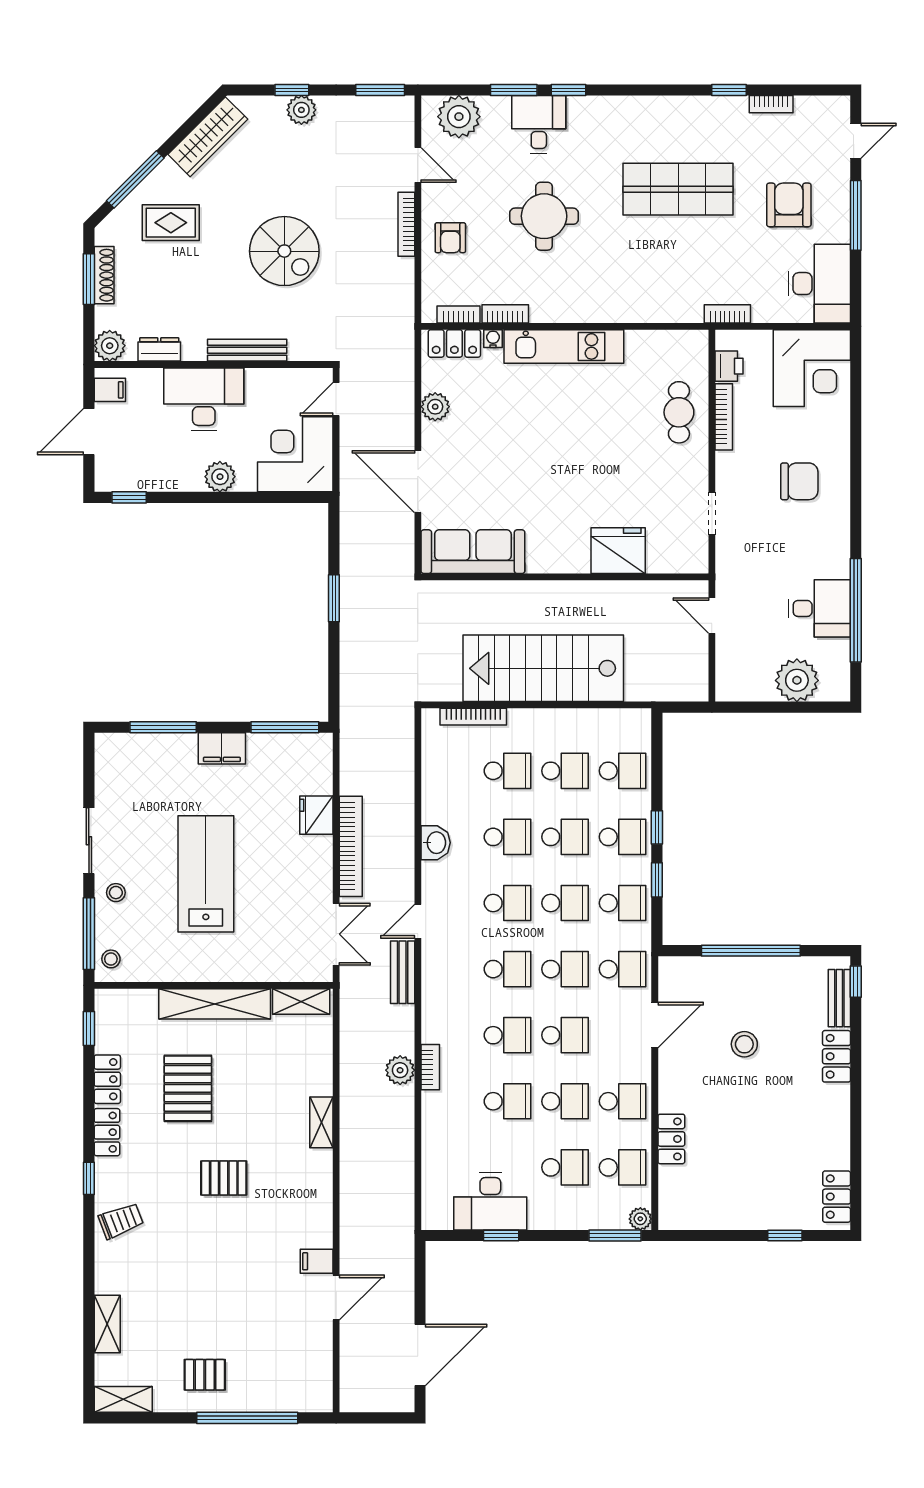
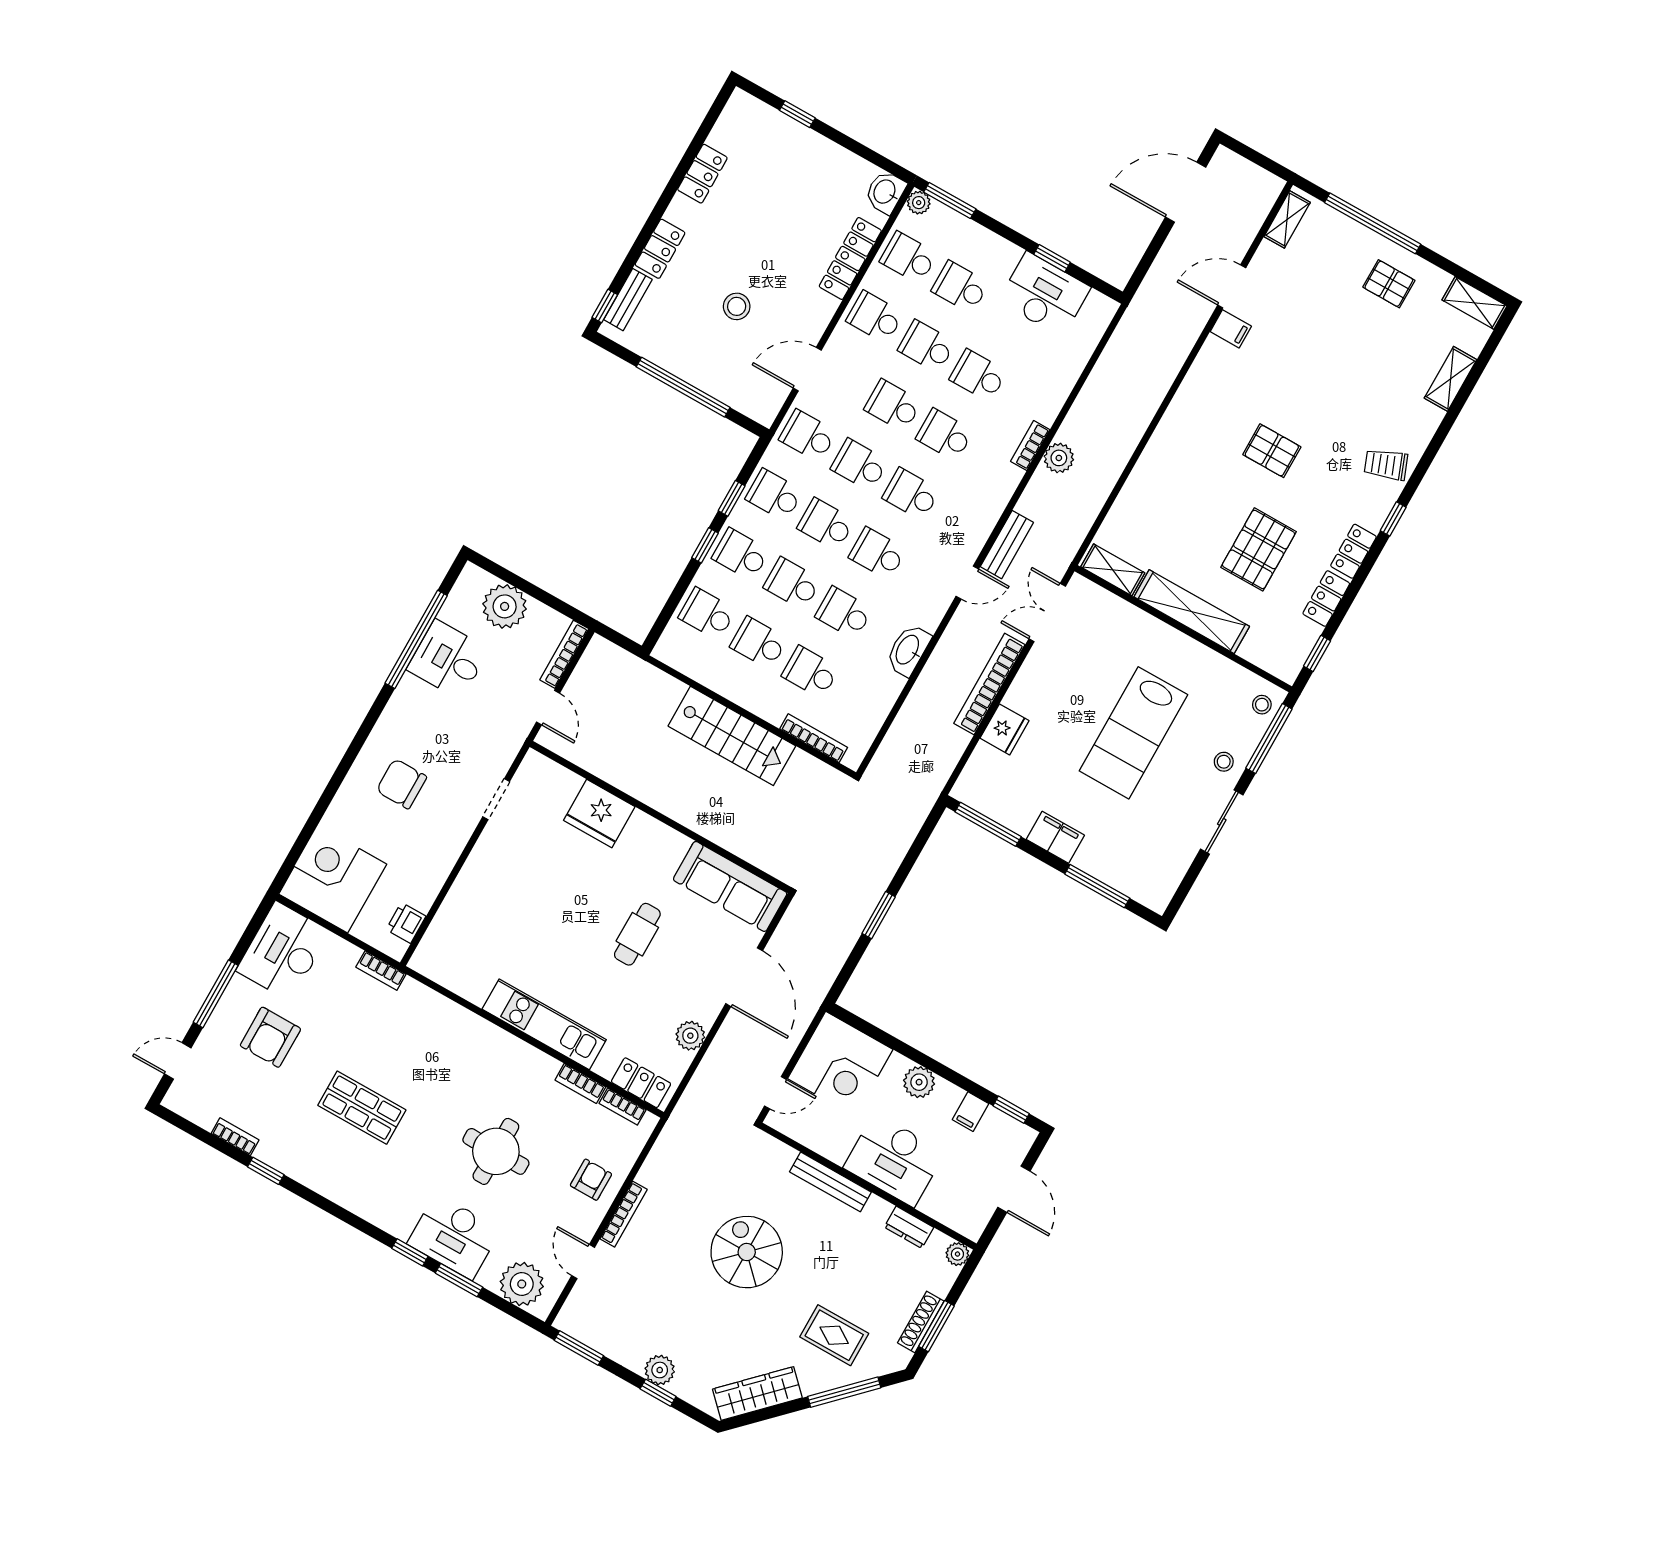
desk: (539, 124) -> (454, 1237), width x1.37
shop shelf: (678, 189) -> (362, 1108), width x0.70, depth x0.74
water cooler: (493, 339) -> (604, 1067), removed
plant: (110, 346) -> (957, 1254), width x0.73, depth x0.73
filing cabinet: (110, 390) -> (971, 1112), moved, turned -90
cafe table: (679, 412) -> (637, 934), moved
bookcase: (724, 417) -> (564, 654), moved
door: (89, 432) -> (1014, 1189), hinge flipped
stairs: (543, 668) -> (732, 736), width x0.73, depth x0.66
washbasin: (436, 843) -> (908, 650), width x1.38
shelving: (321, 1122) -> (1287, 219), moved
locker: (671, 1139) -> (850, 258), width x1.53
locker: (837, 1197) -> (702, 174), moved
washbasin: (673, 1212) -> (885, 192), added

